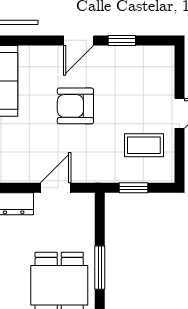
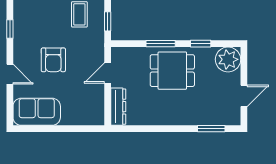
door: (79, 40) -> (10, 74), moved
door: (56, 188) -> (108, 73), hinge flipped

